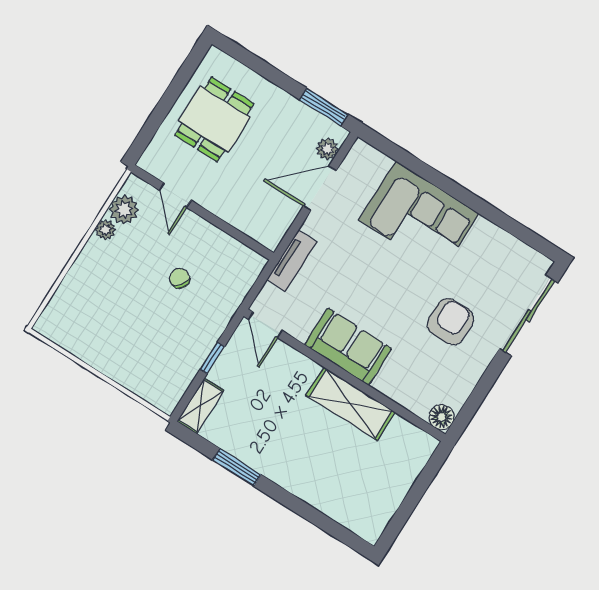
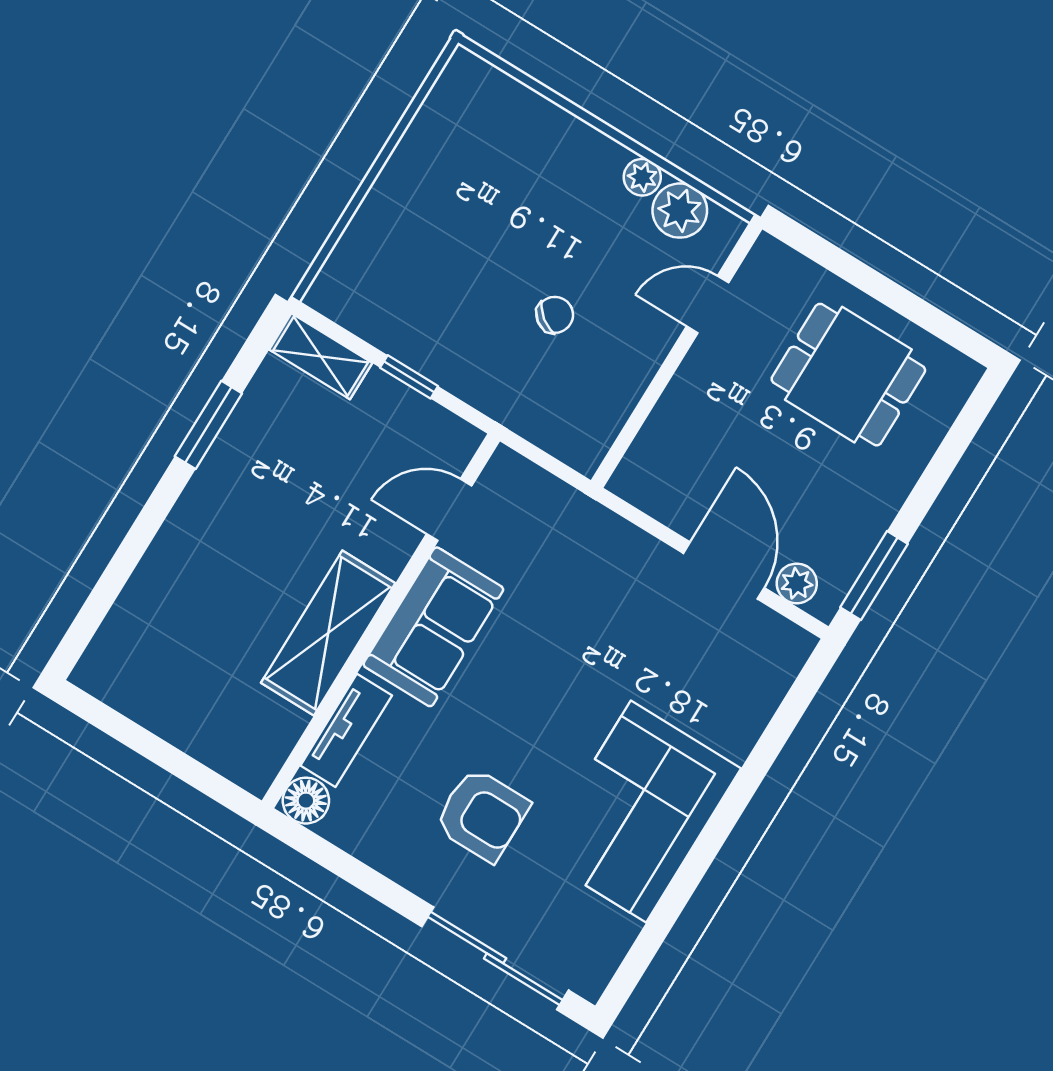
corner sofa: (419, 217) -> (639, 812), moved
tv unit: (292, 261) -> (346, 730), moved, turned -90
door: (265, 325) -> (449, 510), moved

